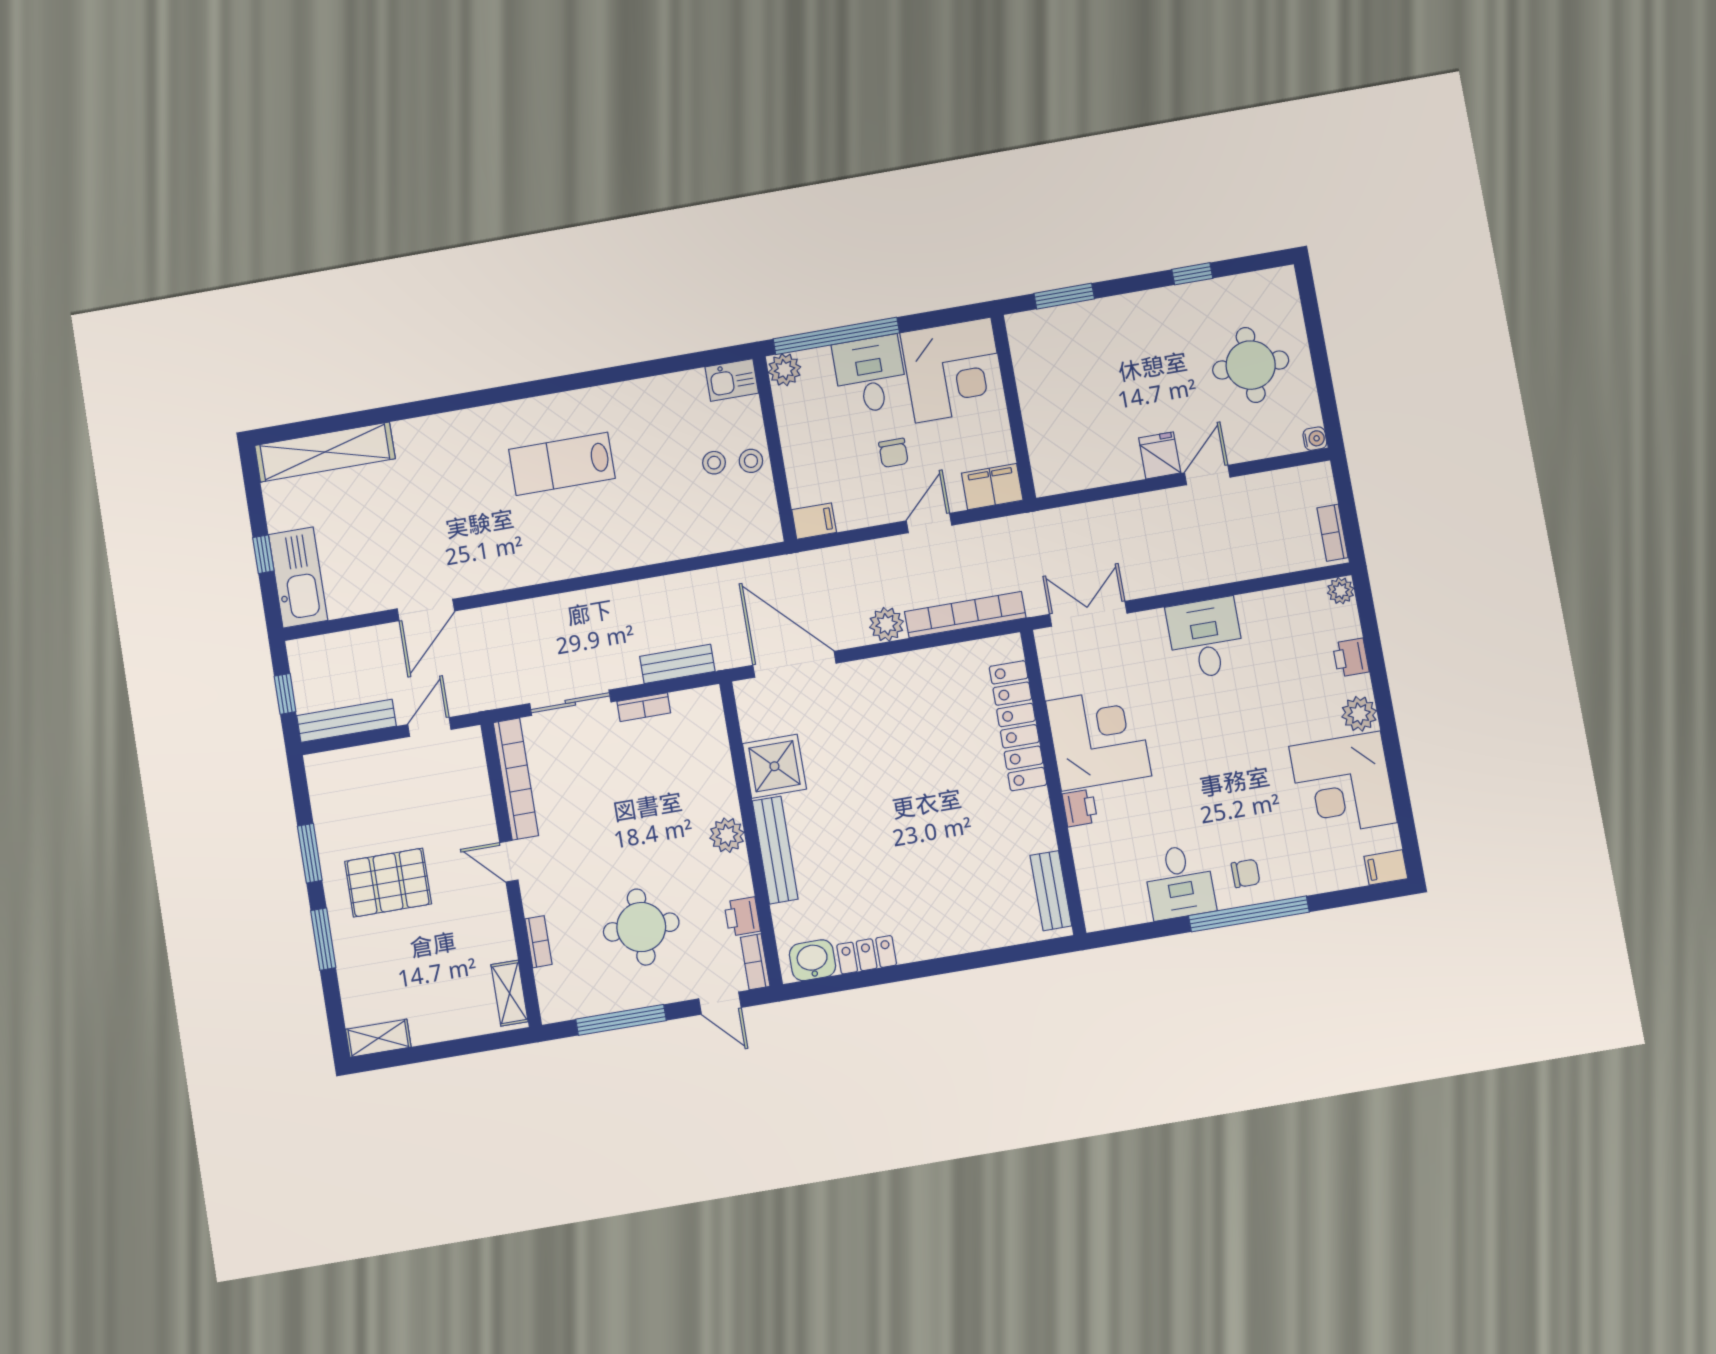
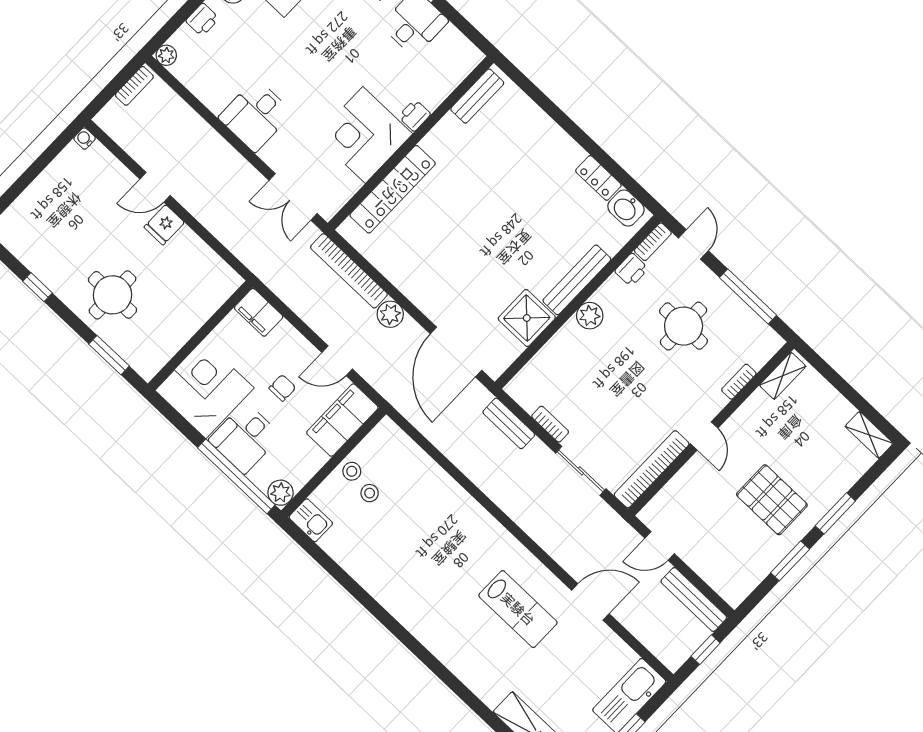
round table: (1251, 365) -> (113, 295), moved
lab bench: (562, 464) -> (518, 609), moved
filing cabinet: (814, 521) -> (342, 420), width x3.00, depth x1.17
door: (929, 523) -> (337, 361), moved

